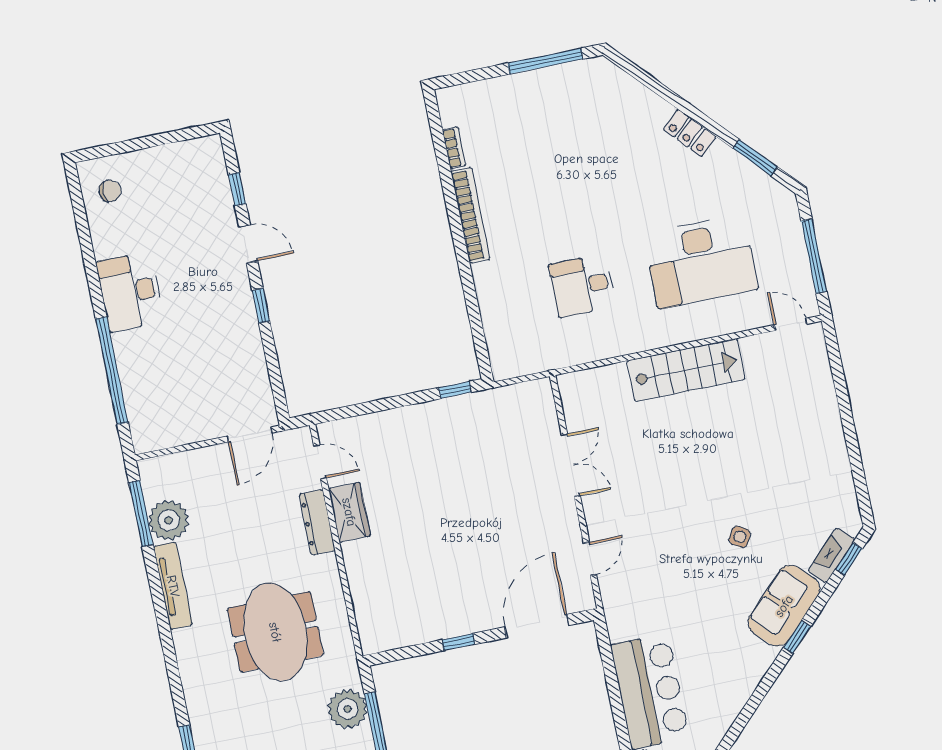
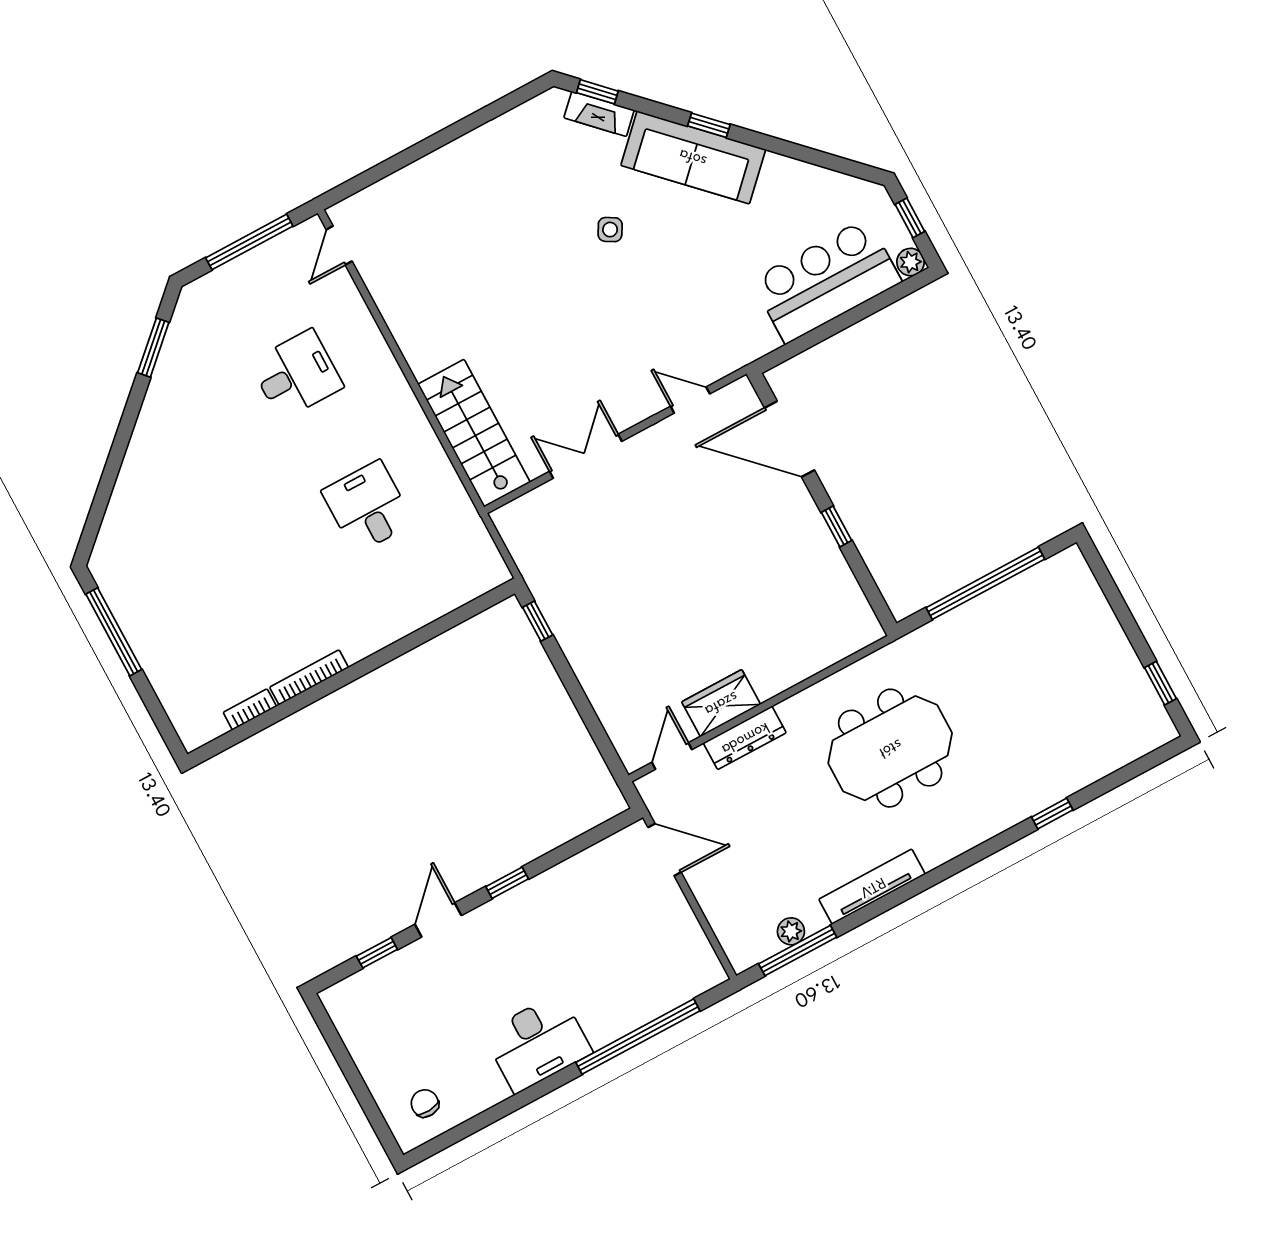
locker: (690, 133) -> (147, 434), removed
bookcase: (470, 215) -> (309, 677), width x0.68, depth x0.76
desk: (701, 262) -> (296, 375), width x0.53, depth x0.77
desk: (583, 286) -> (368, 507), turned 180
stairs: (686, 370) -> (474, 433), moved
plant: (169, 520) -> (791, 931), width x0.53, depth x0.53
sofa: (784, 606) -> (693, 157), width x1.36
plant: (348, 709) -> (956, 635), removed

